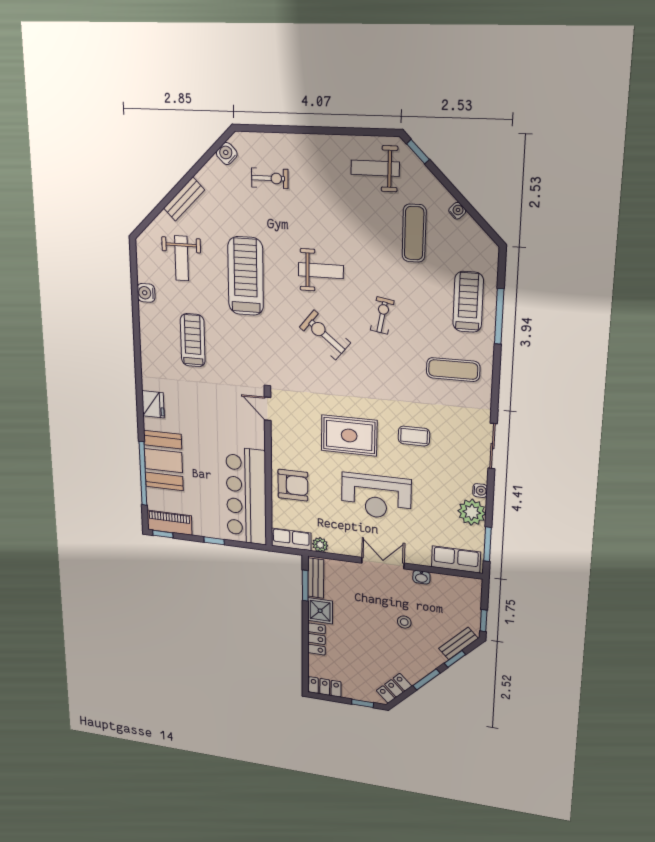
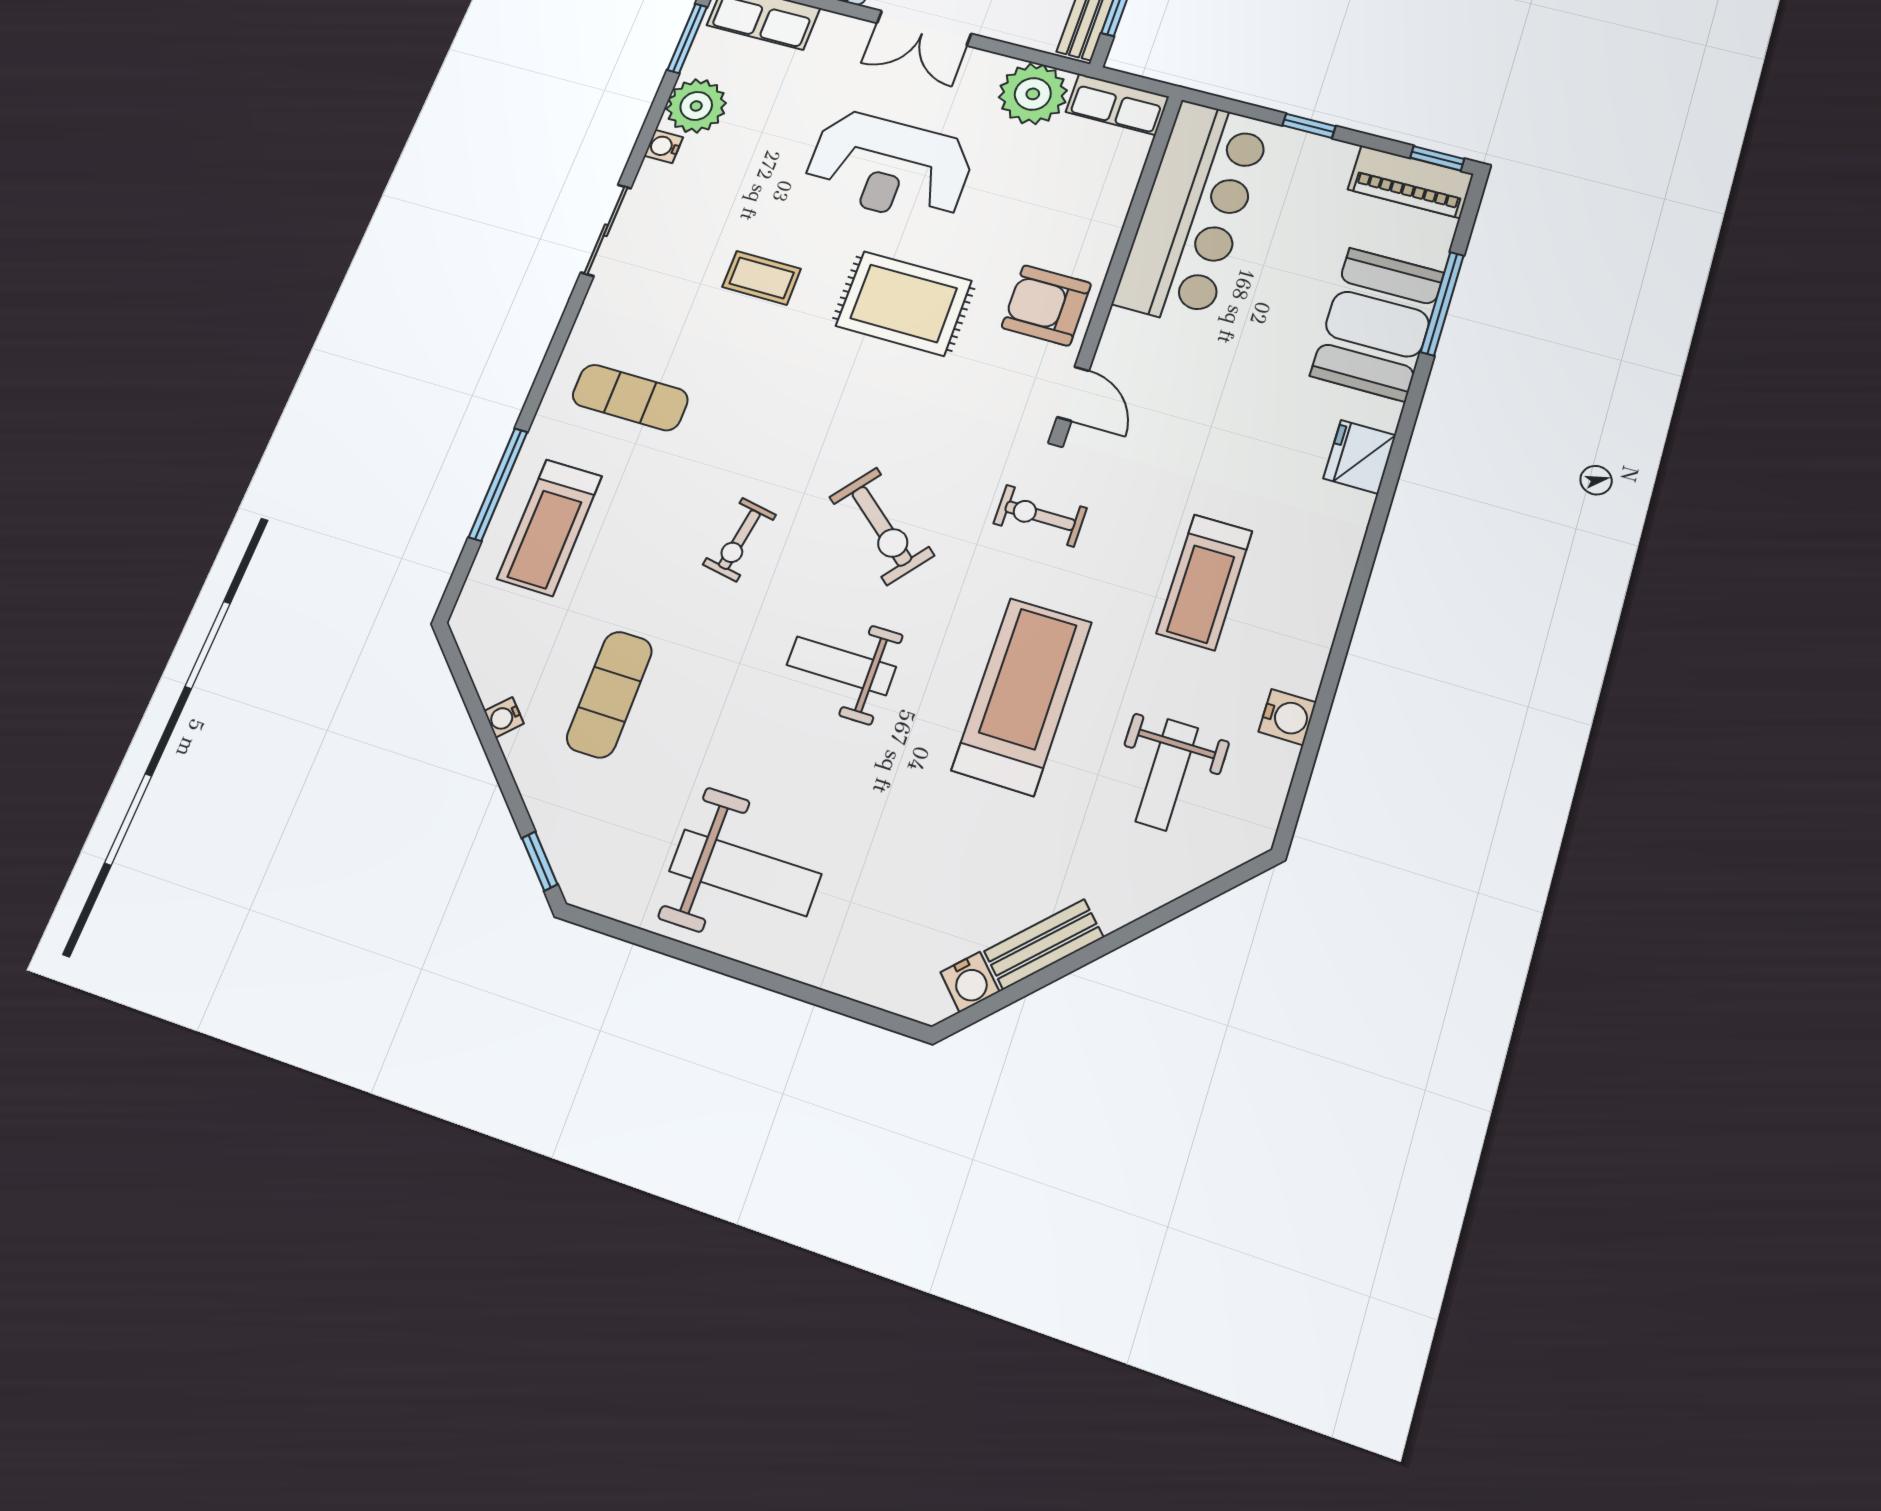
weight bench: (375, 168) -> (745, 873), moved, width x1.36, depth x1.33
exercise bike: (270, 178) -> (1040, 516), moved
bench: (184, 199) -> (1044, 944), moved
weight bench: (182, 258) -> (1167, 775), turned 180
treadmill: (246, 276) -> (1022, 696), turned 180
window: (143, 473) -> (1442, 304), width x0.68
armchair: (293, 485) -> (1046, 305), moved
reception desk: (376, 496) -> (889, 167), turned 180
plant: (320, 545) -> (1033, 94), width x1.88, depth x1.88

